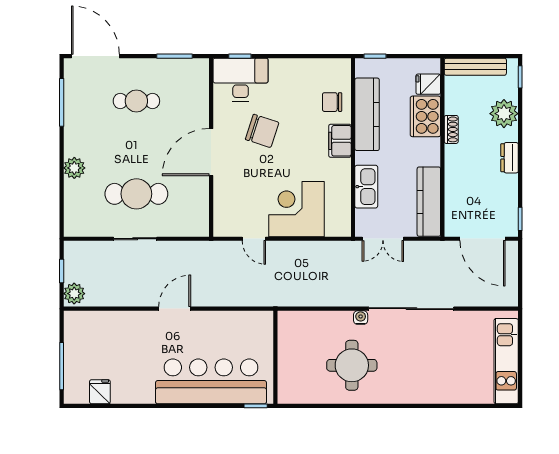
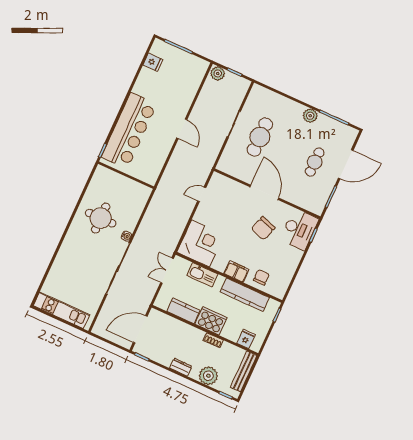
door: (95, 56) -> (346, 164), moved
cooker: (425, 116) -> (211, 321), moved
plant: (74, 168) -> (310, 116), moved
kitchen counter: (429, 202) -> (183, 311), width x0.67
corner desk: (296, 209) -> (200, 243), moved

